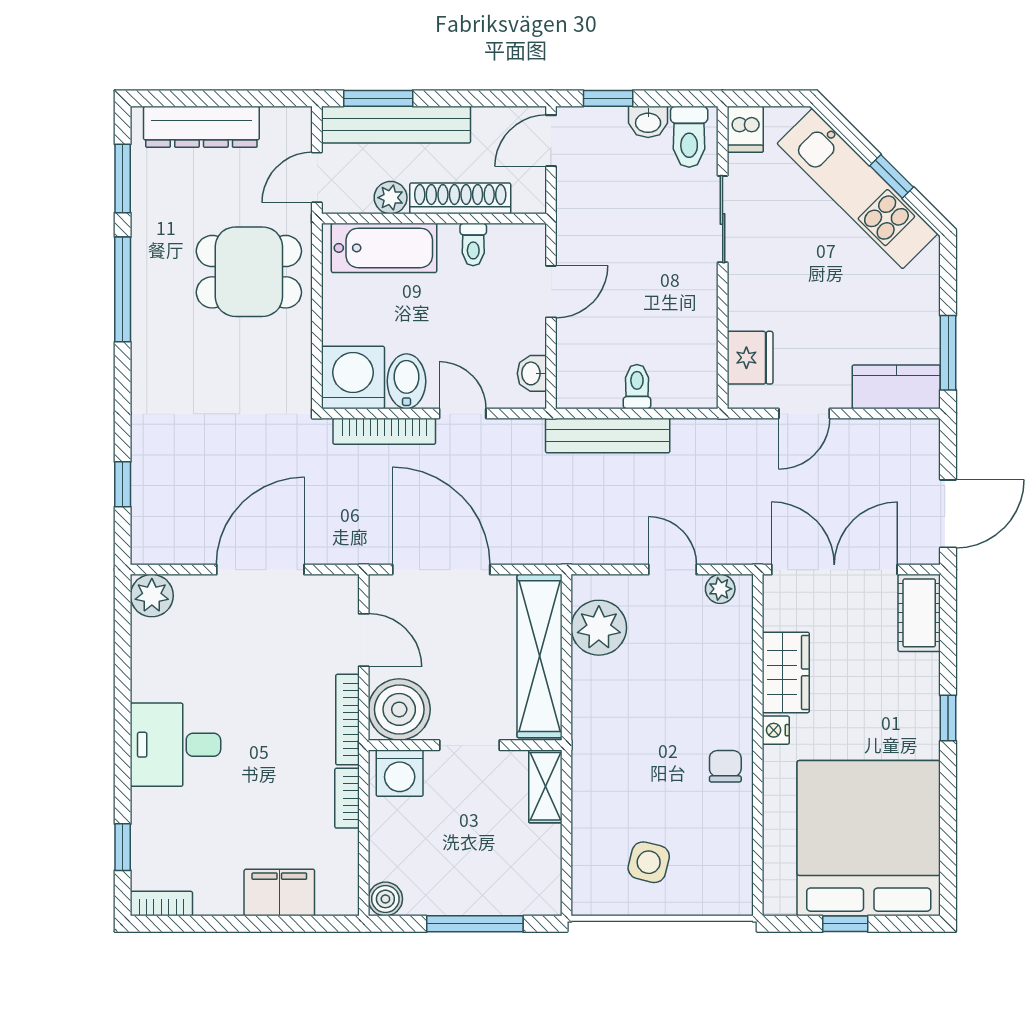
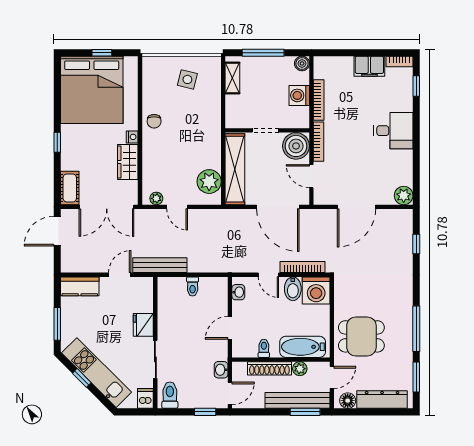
washbasin: (648, 122) -> (221, 370), moved, turned -90
floor lamp: (280, 124) -> (348, 401), added
window: (948, 353) -> (57, 324), moved
fridge: (750, 358) -> (143, 325), moved
bench: (608, 436) -> (160, 265), moved
washing machine: (400, 773) -> (299, 95), moved, turned -90
shelving: (545, 786) -> (232, 78), moved
bookcase: (347, 798) -> (319, 100), width x1.56
filing cabinet: (279, 893) -> (369, 66), moved

